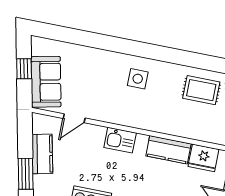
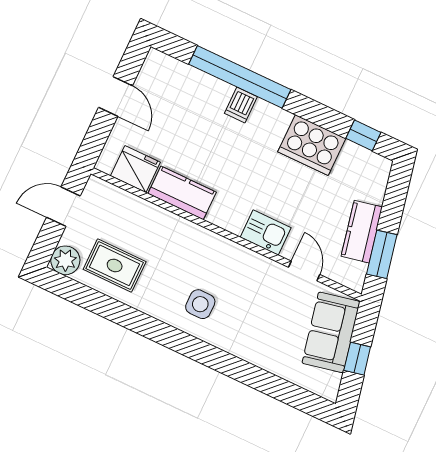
door: (74, 118) -> (304, 271), hinge flipped
kitchen sink: (120, 140) -> (266, 232), moved
window: (26, 174) -> (382, 254), moved

